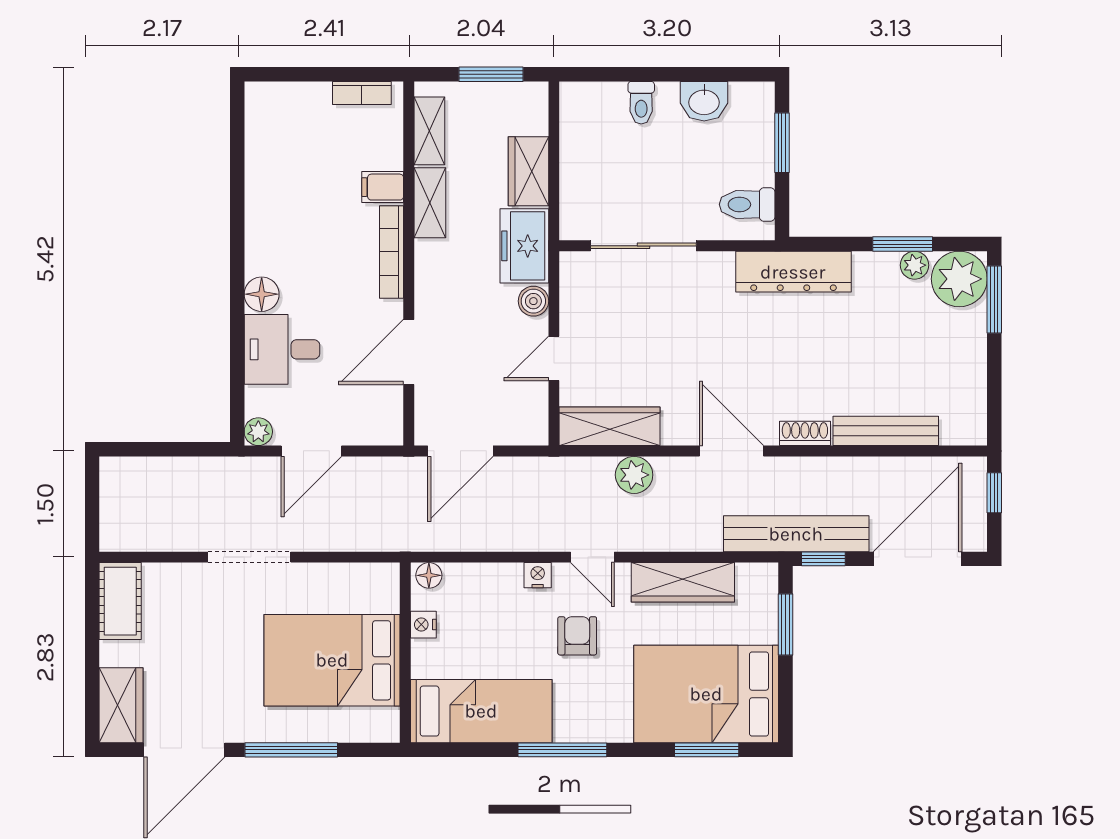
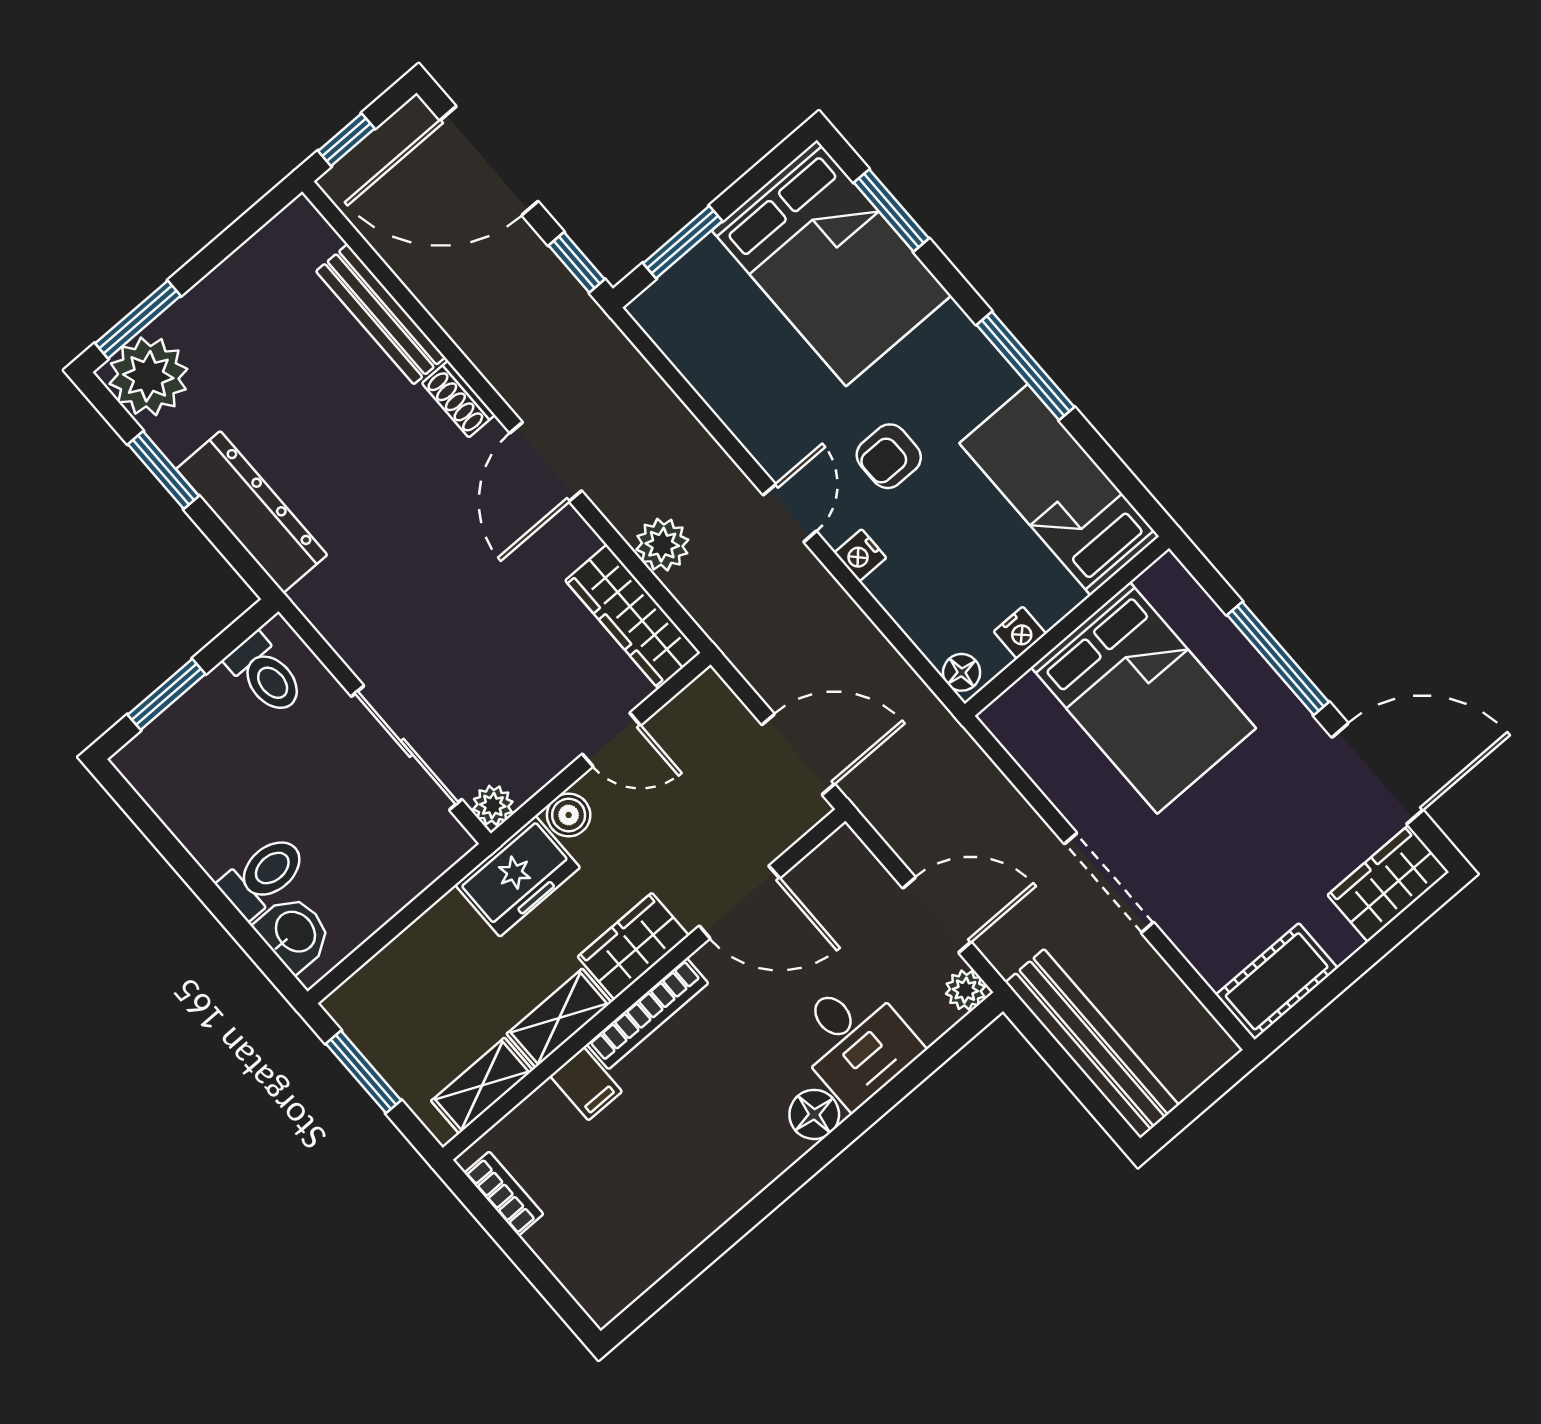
washbasin: (704, 101) -> (294, 933), moved
toilet: (641, 103) -> (263, 876), width x1.37, depth x1.39
wardrobe: (528, 171) -> (633, 946), moved, turned 180
plant: (914, 265) -> (493, 805), moved
dresser: (793, 272) -> (252, 512), moved
bench: (796, 534) -> (1092, 1044), moved
wardrobe: (683, 582) -> (733, 392), removed

